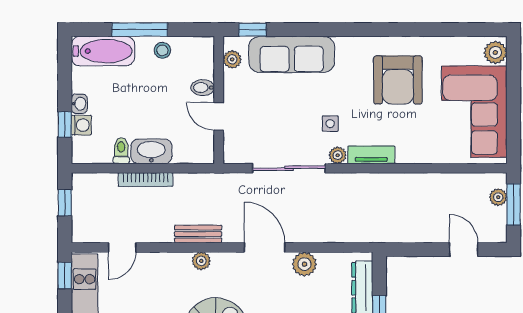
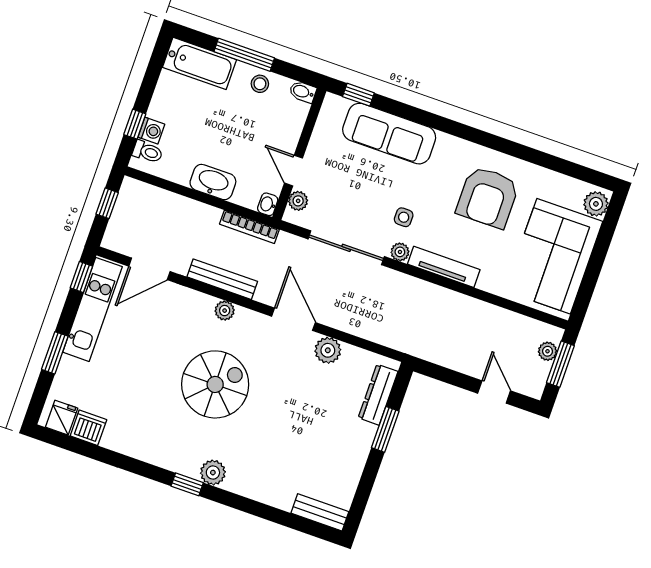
plant: (232, 59) -> (298, 201), moved
bidet: (203, 88) -> (303, 92), moved
washbasin: (79, 104) -> (268, 204), moved, turned 180
toilet: (121, 151) -> (148, 152), moved, turned 90
tv unit: (371, 155) -> (444, 267), width x1.41
bookcase: (146, 180) -> (249, 227), moved
bench: (198, 234) -> (222, 279), width x1.36
door: (122, 247) -> (149, 269), width x1.38

